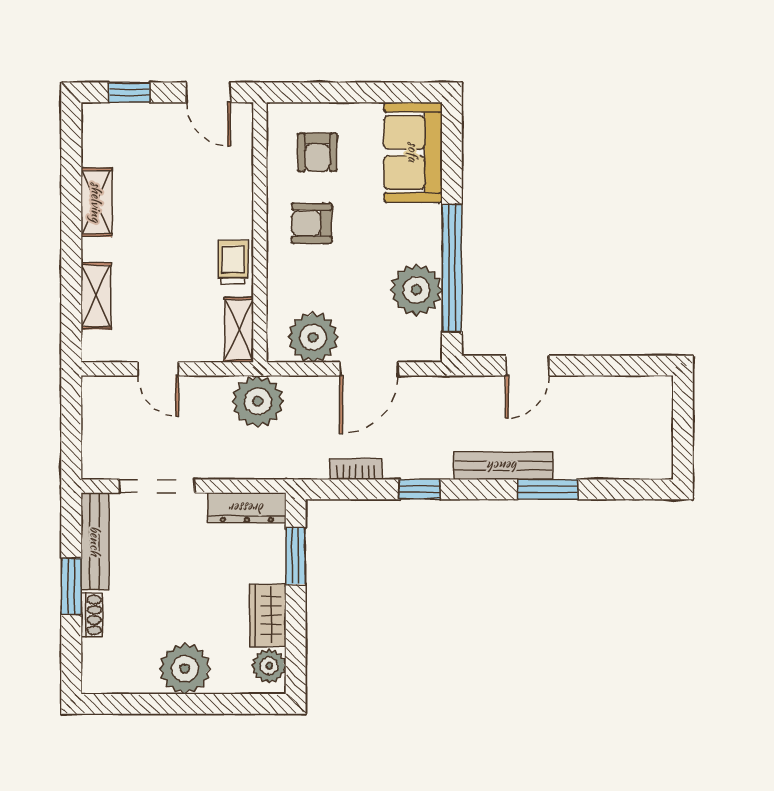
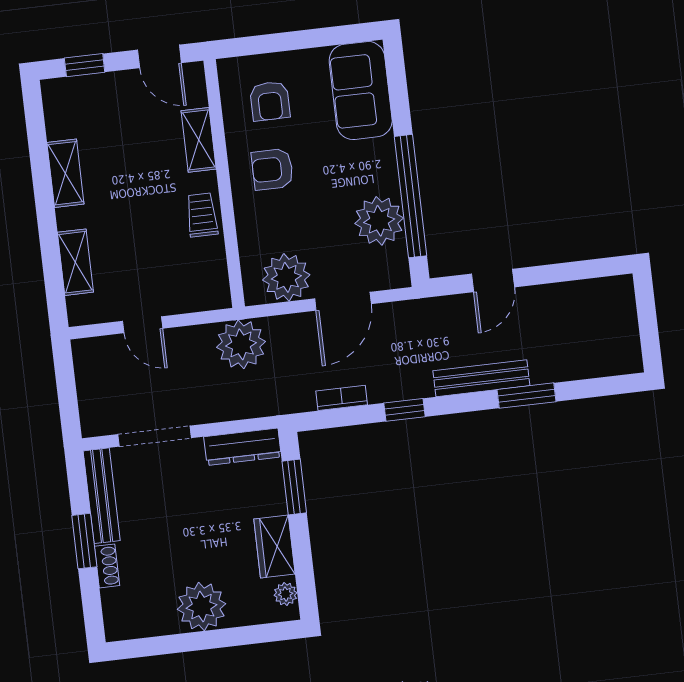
shelving: (239, 330) -> (199, 140), moved
plant: (269, 666) -> (286, 594), width x0.73, depth x0.73

